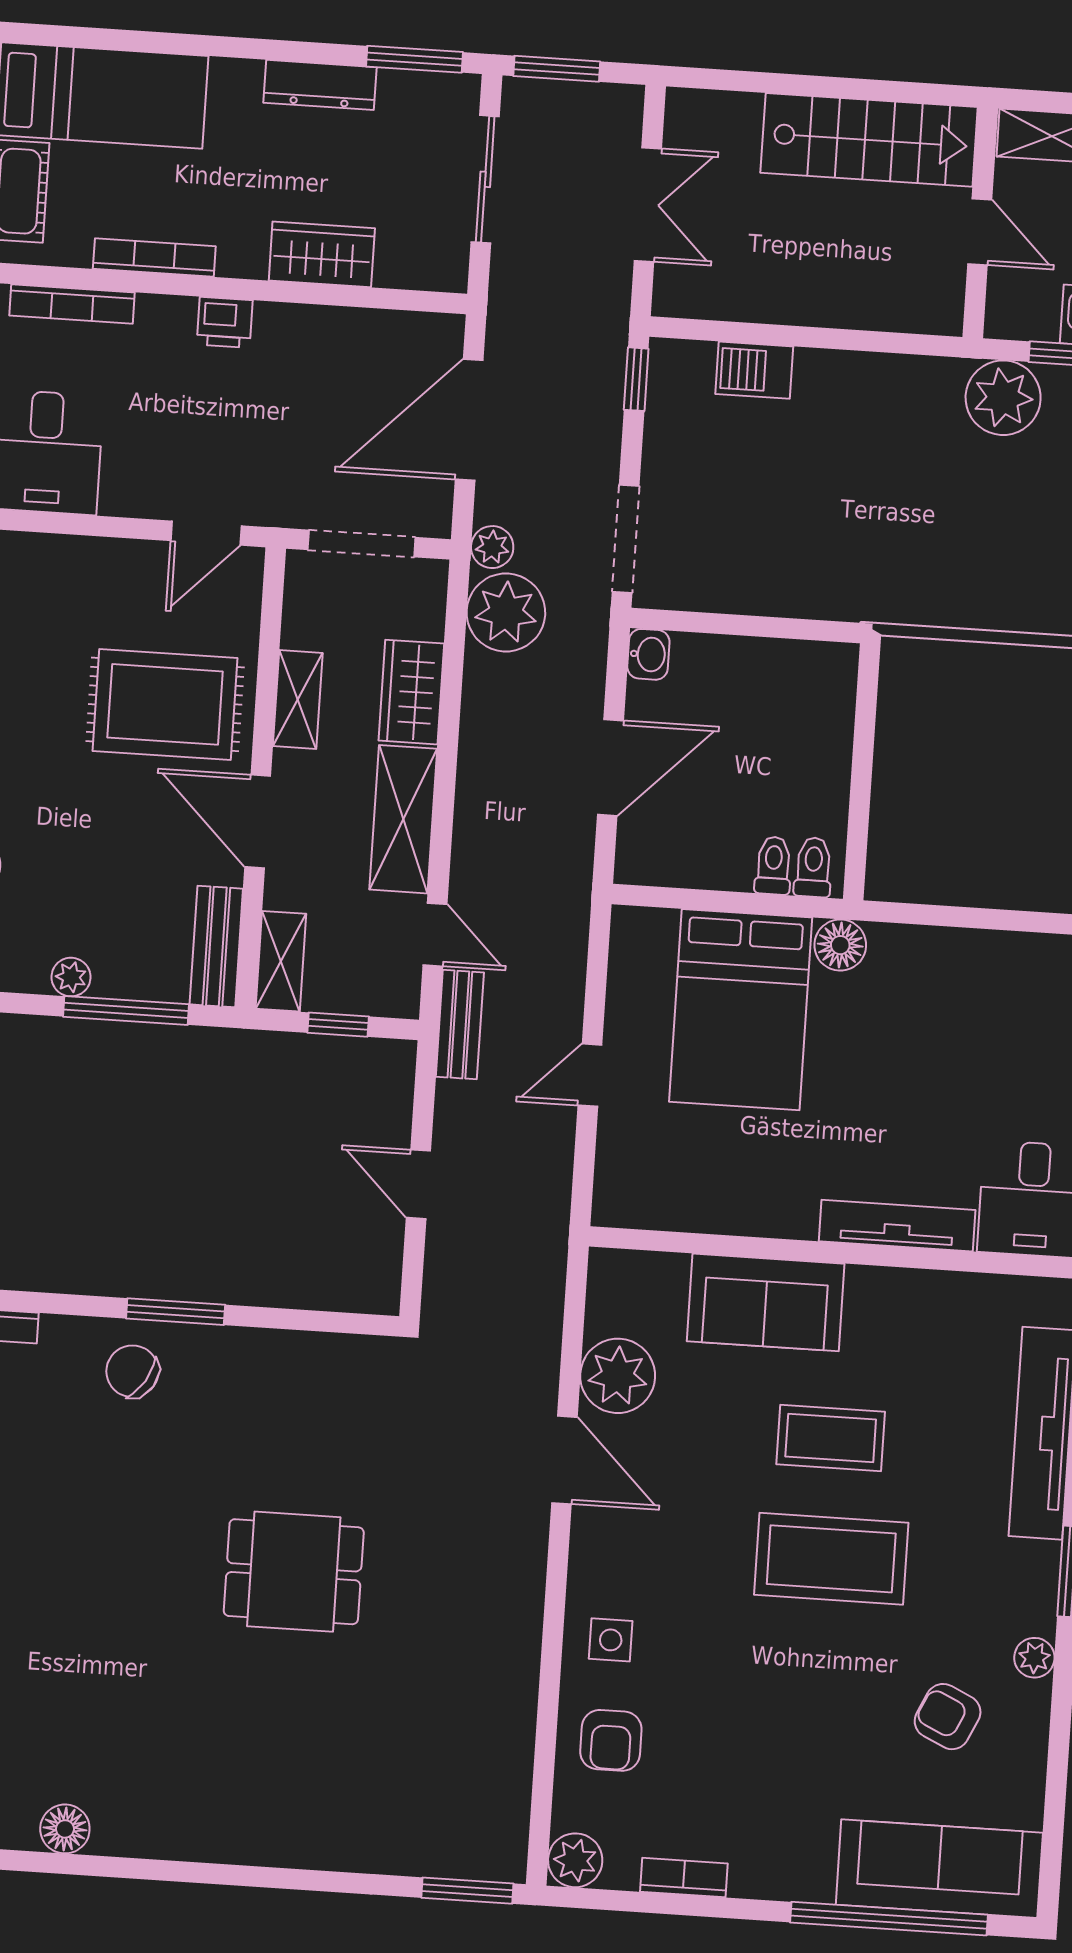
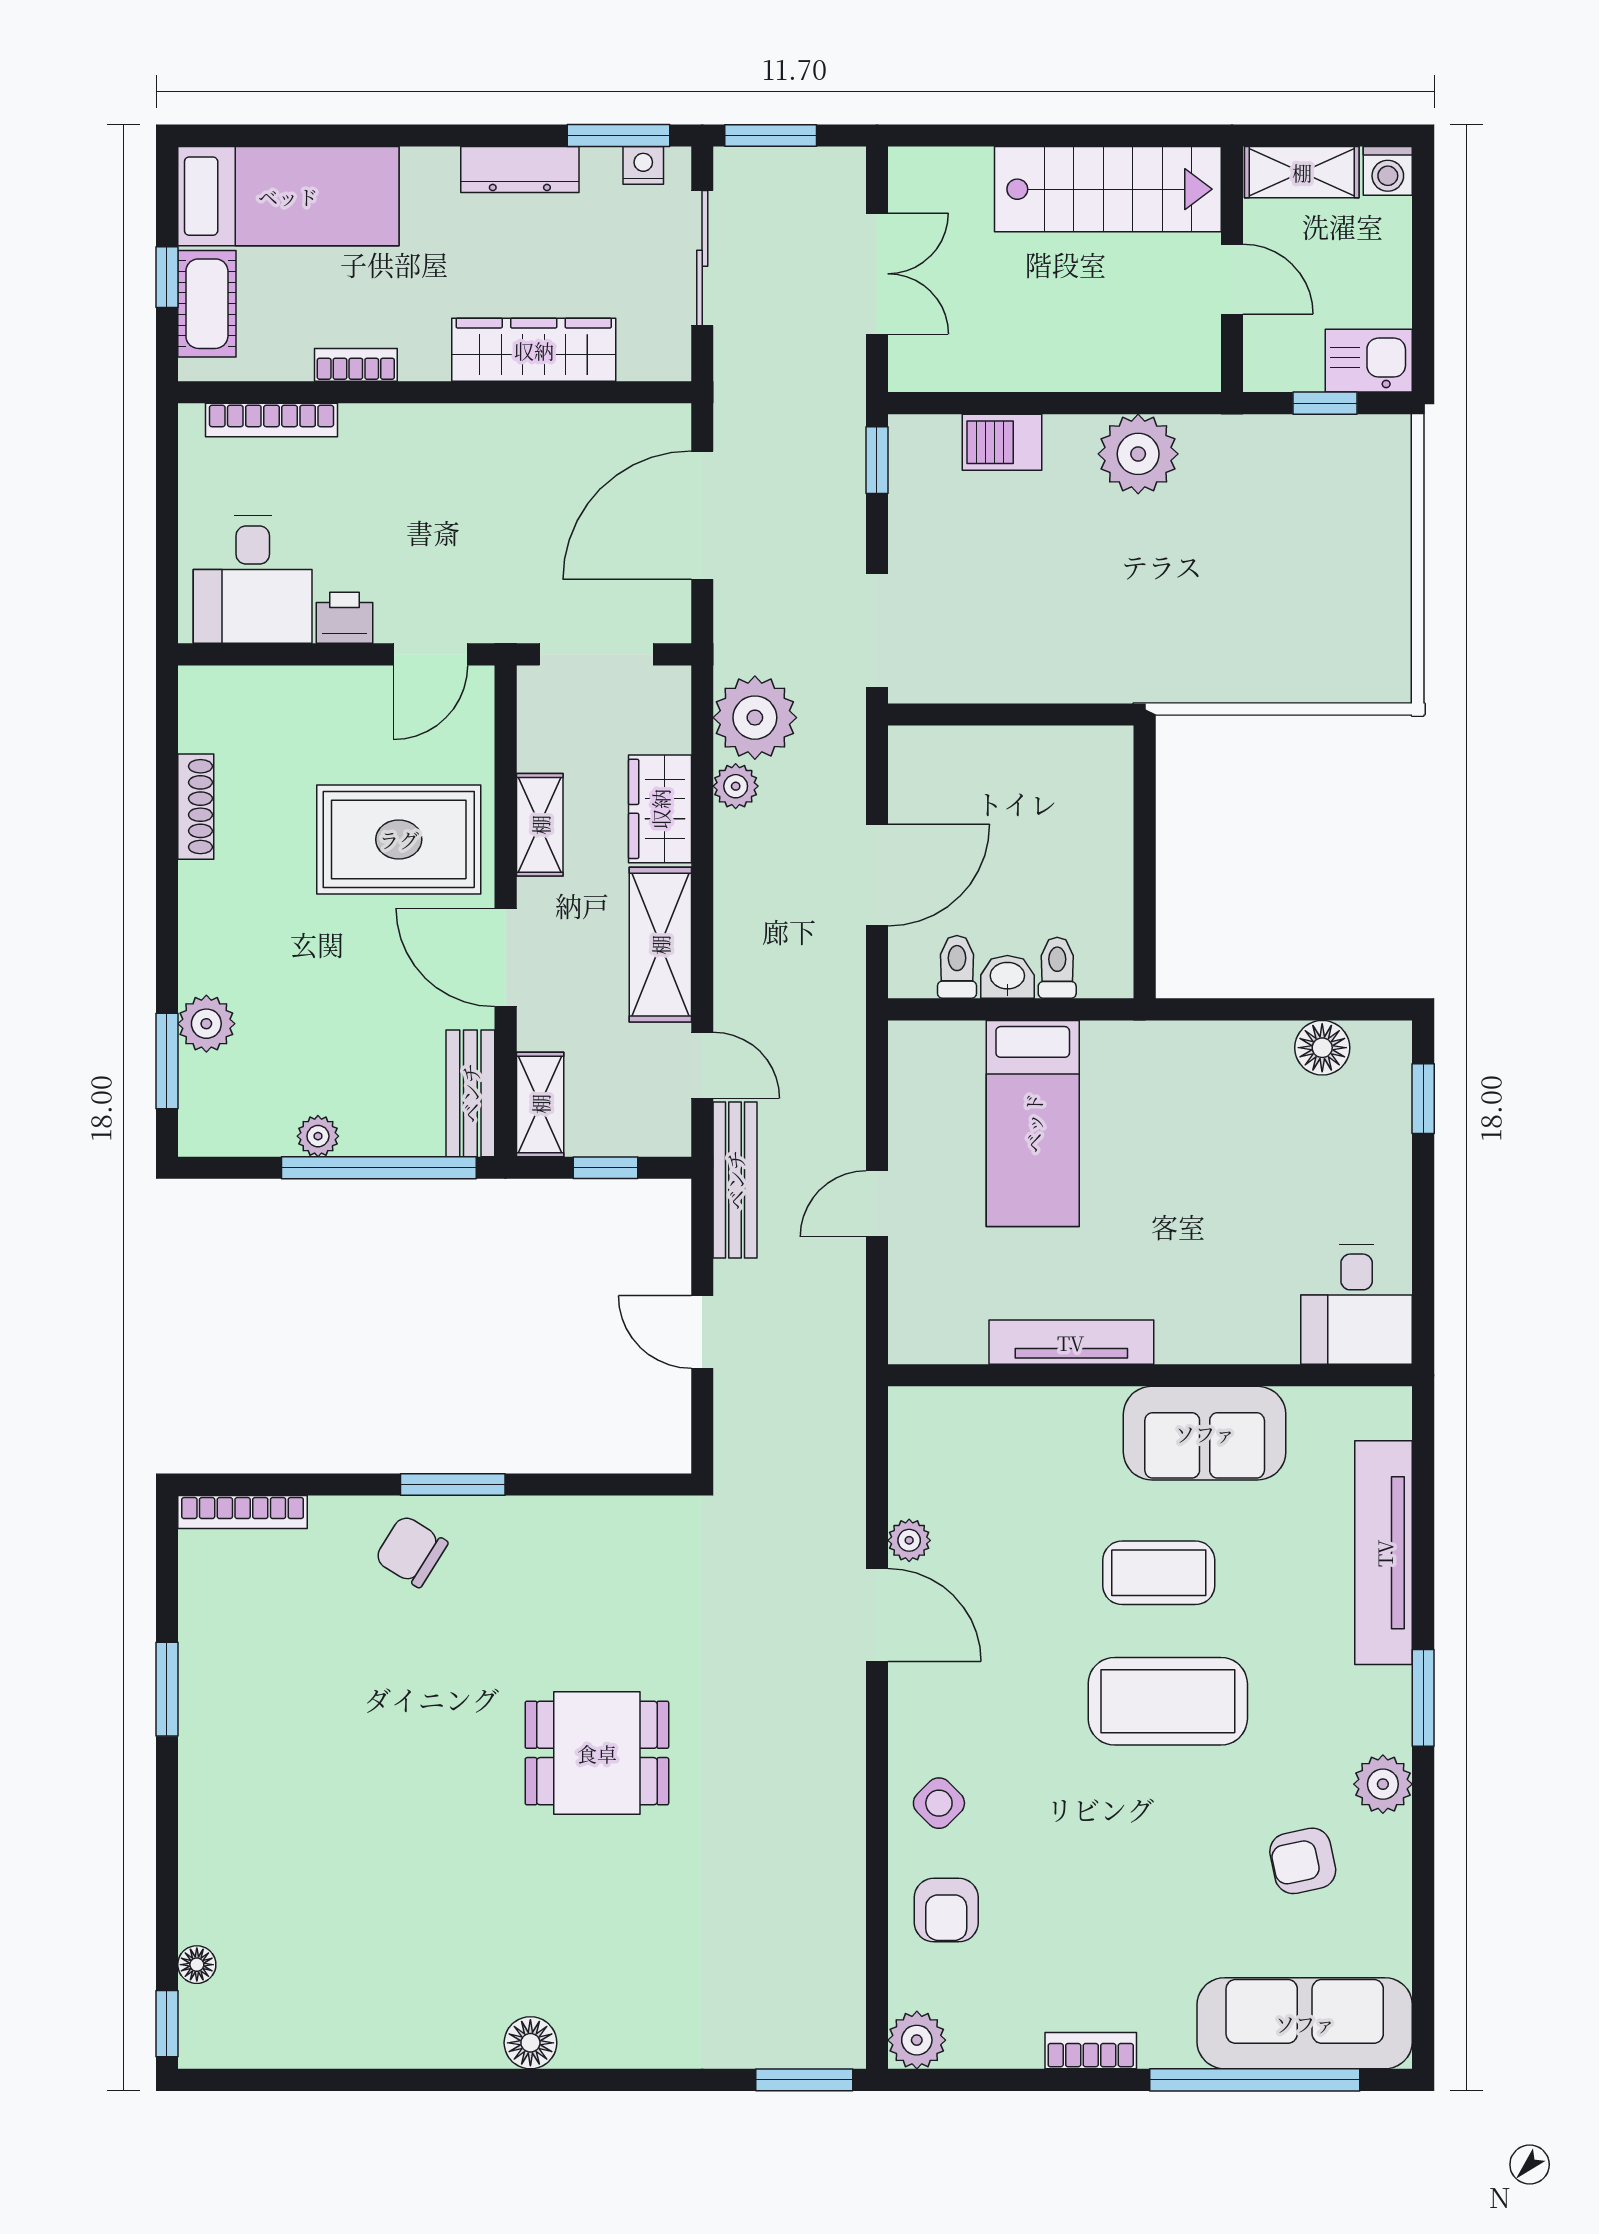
nightstand: (436, 89) -> (643, 165), added
wardrobe: (322, 254) -> (534, 350), width x1.50
bookcase: (154, 258) -> (356, 365), width x0.64
printer: (225, 322) -> (345, 618), moved, turned 180
plant: (1003, 398) -> (1138, 454), moved
plant: (492, 547) -> (736, 786), moved
washbasin: (648, 654) -> (1007, 977), moved, turned -90
toilet: (813, 867) -> (957, 967), moved
floor lamp: (840, 945) -> (1322, 1048), moved
window: (126, 1010) -> (379, 1168), width x1.46
bed: (741, 1010) -> (1033, 1123), width x0.67
bench: (460, 1025) -> (735, 1180), width x1.36
tv unit: (897, 1226) -> (1071, 1342), moved
sofa: (766, 1302) -> (1205, 1433), moved
plant: (618, 1376) -> (909, 1540), width x0.53, depth x0.53
side table: (611, 1640) -> (939, 1803), turned 45
plant: (1034, 1658) -> (1383, 1784), width x1.38, depth x1.38
armchair: (948, 1717) -> (1303, 1861), turned -37
floor lamp: (65, 1829) -> (530, 2043), moved
bookcase: (684, 1878) -> (1091, 2051), moved

